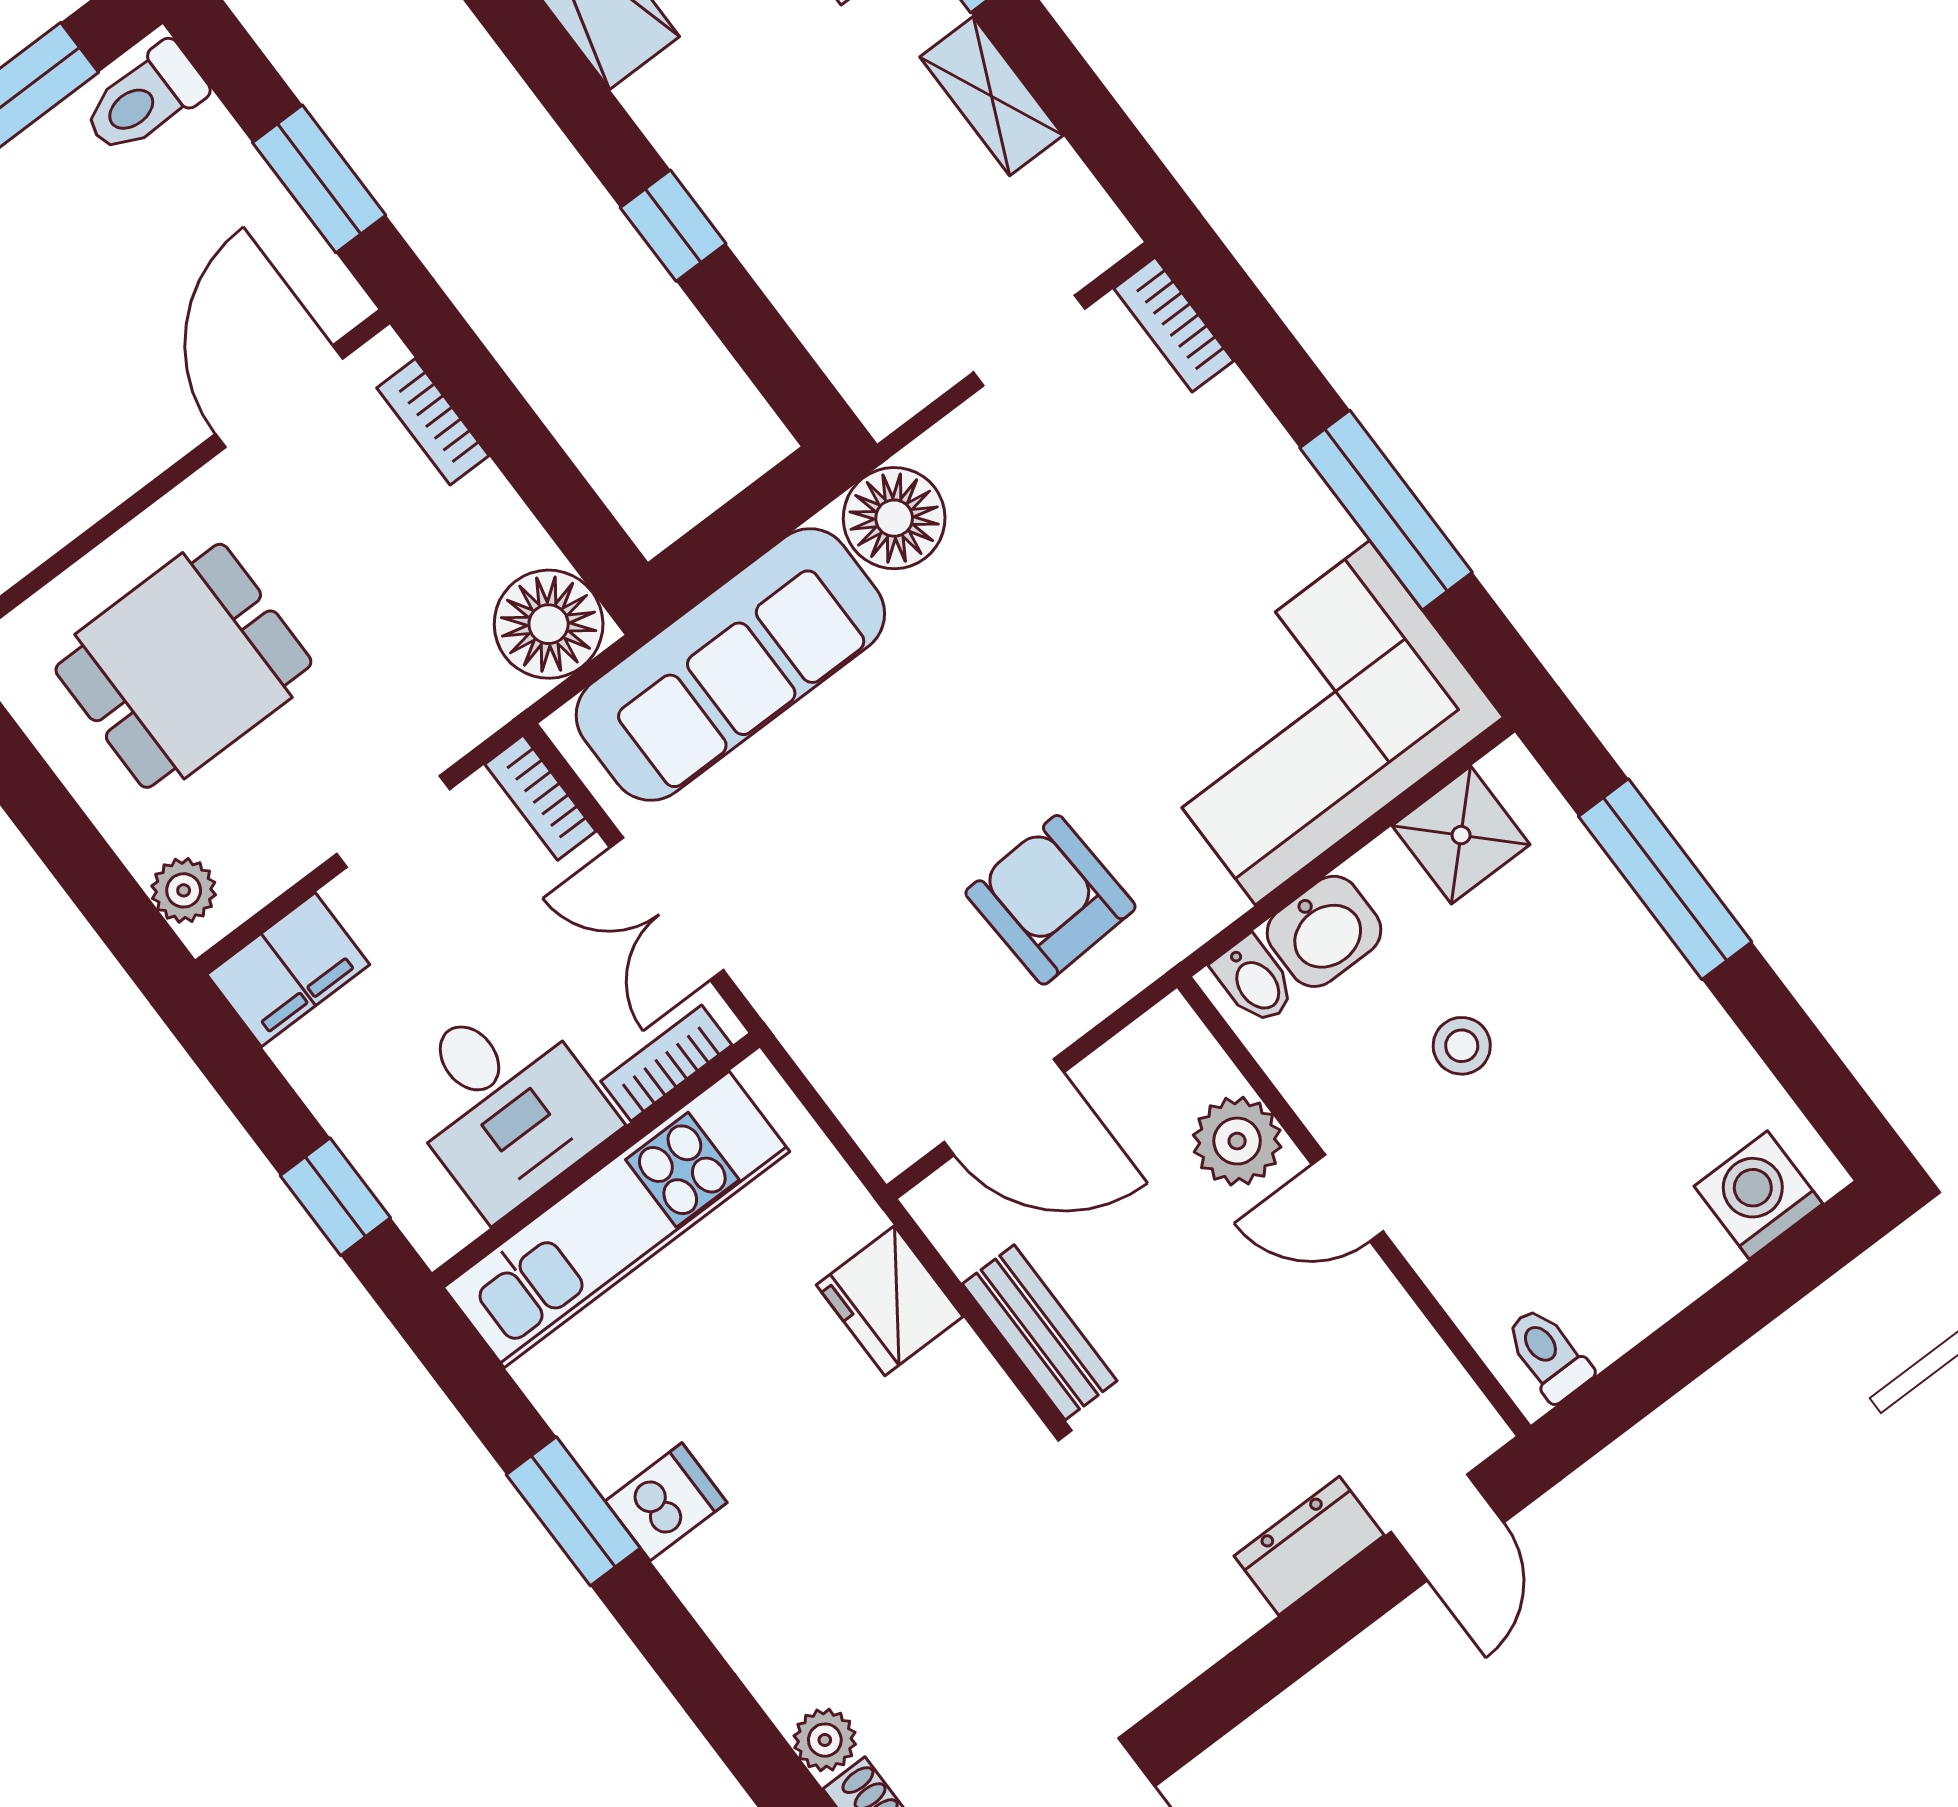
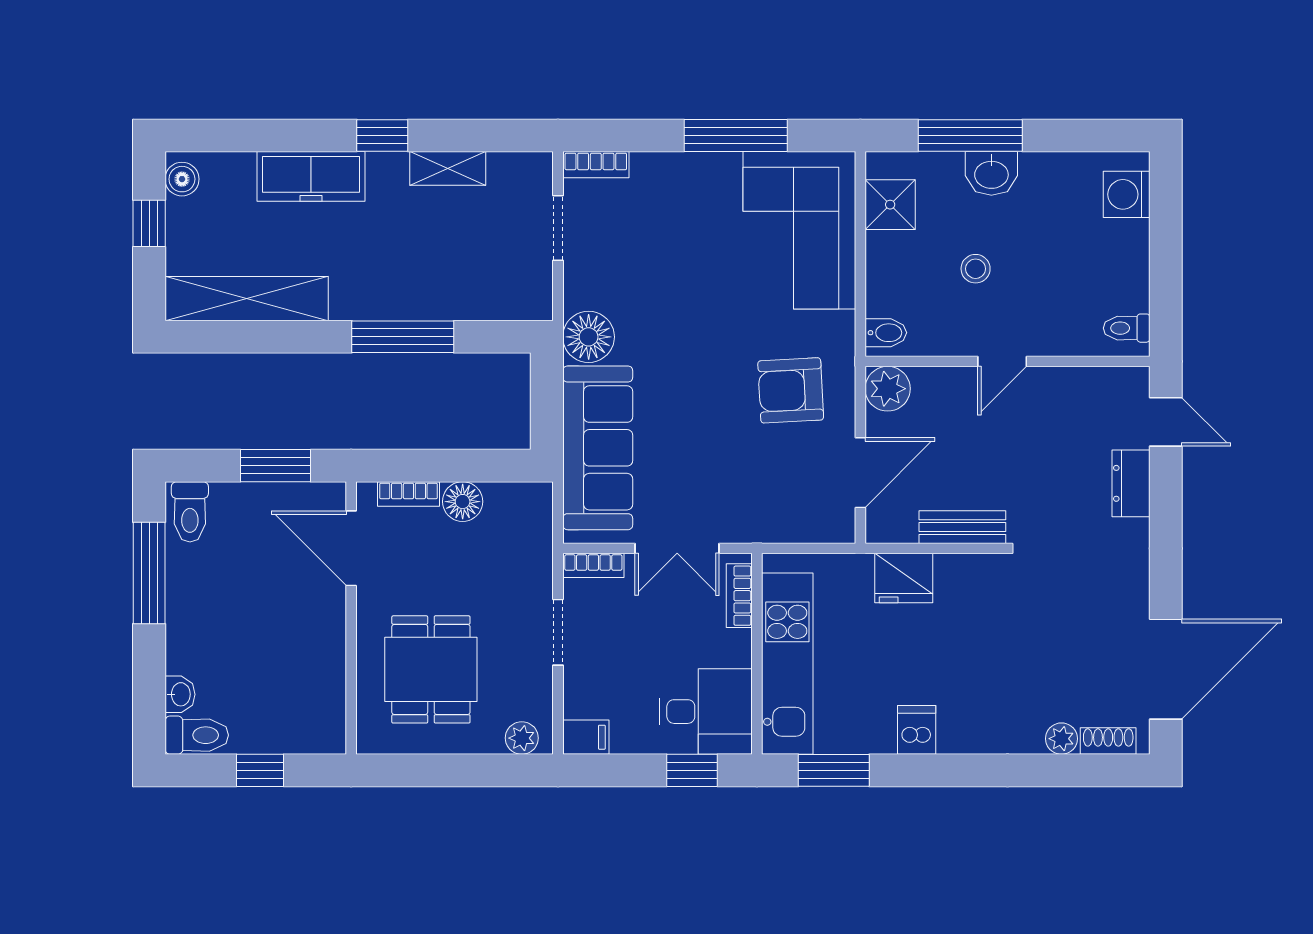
window: (673, 226) -> (403, 337), width x2.17
floor lamp: (549, 624) -> (463, 502), moved, width x0.73, depth x0.73
washbasin: (1324, 931) -> (991, 173), moved, turned 90
filing cabinet: (288, 970) -> (586, 737), width x0.50
desk: (504, 1104) -> (706, 712), moved
plant: (1237, 1141) -> (888, 389), moved
window: (573, 1511) -> (834, 770), moved

